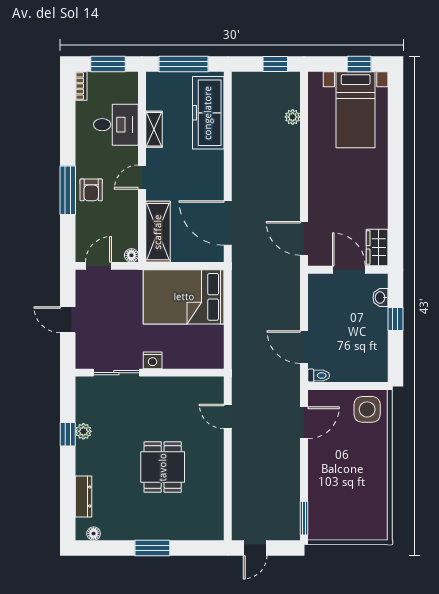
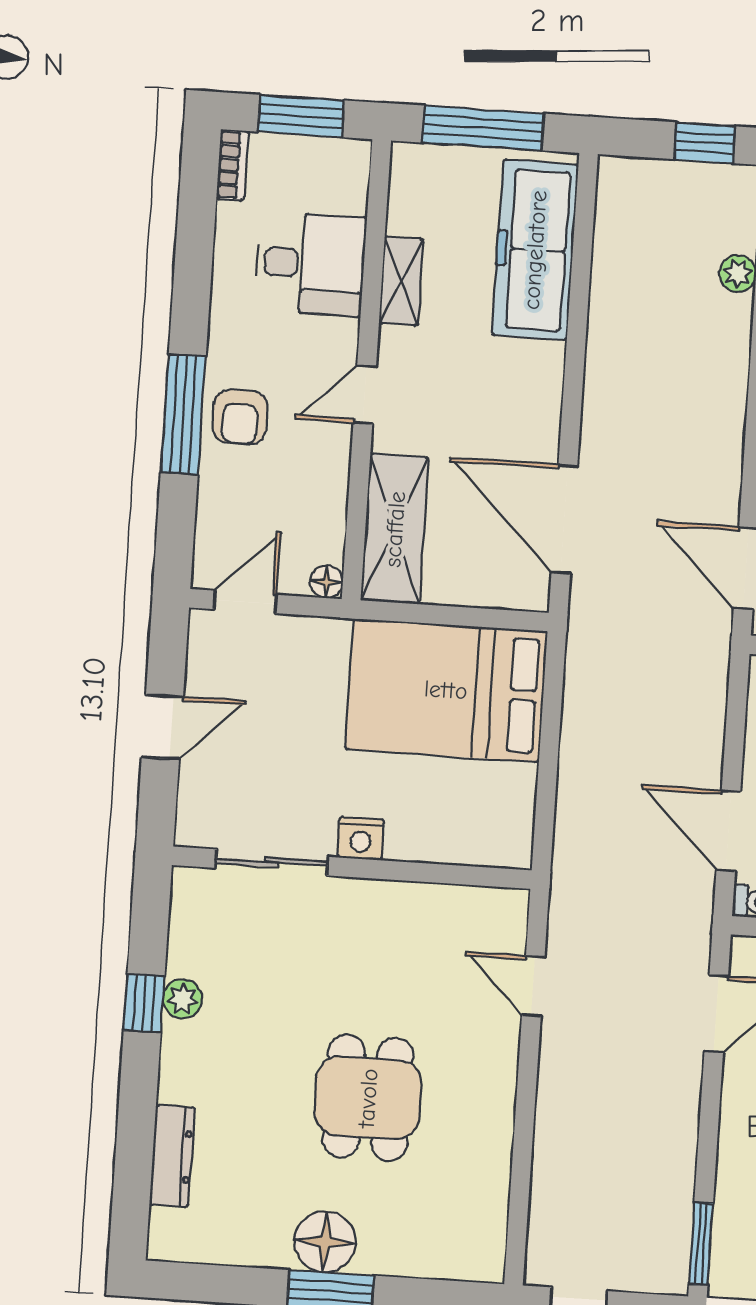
door: (68, 320) -> (162, 727), swing flipped
floor lamp: (94, 534) -> (325, 1242), moved, width x1.89, depth x1.89

